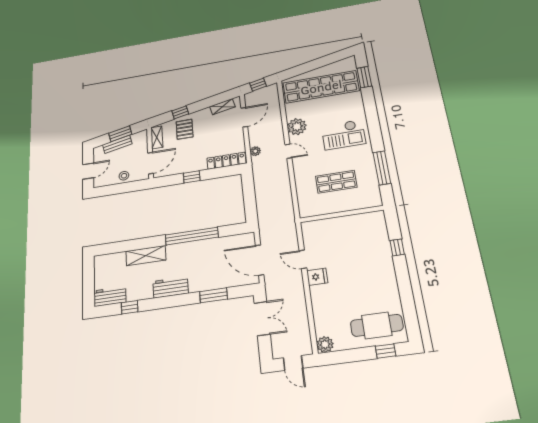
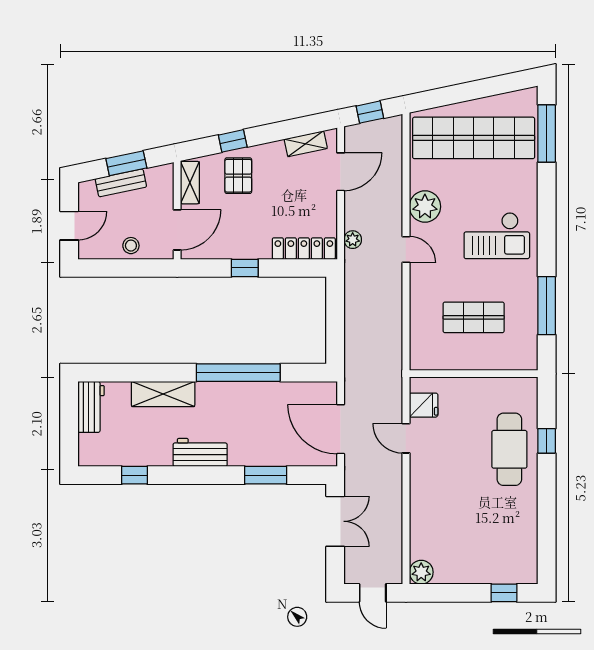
window: (364, 77) -> (547, 134), width x1.44
fridge: (317, 277) -> (424, 405), moved
workbench: (110, 296) -> (91, 407), moved, turned 90
cafe table: (377, 325) -> (509, 449), moved, turned 90

